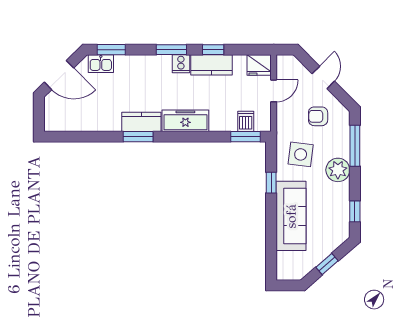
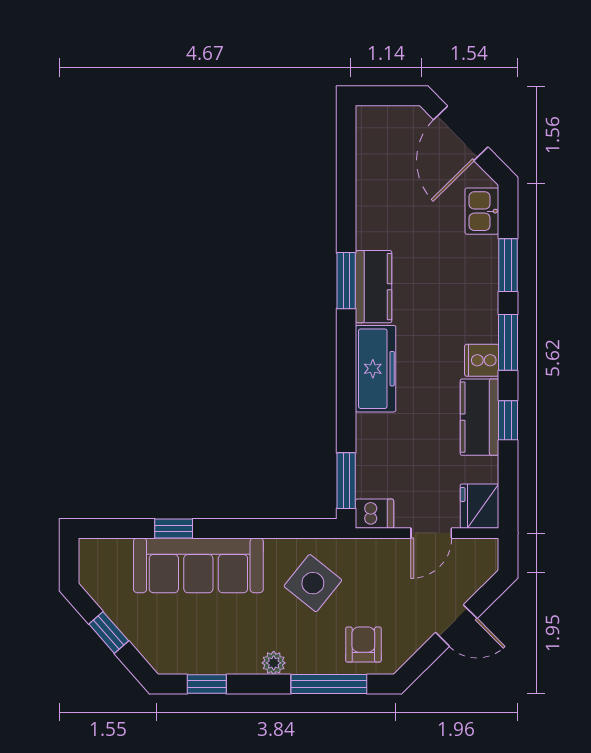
window: (111, 50) -> (508, 265), moved
door: (274, 91) -> (431, 533), hinge flipped
armchair: (318, 116) -> (363, 645), moved
dishwasher: (246, 121) -> (375, 514), moved
side table: (301, 154) -> (313, 583), turned 32
plant: (338, 170) -> (274, 663), width x0.53, depth x0.53
window: (271, 183) -> (174, 528), moved

